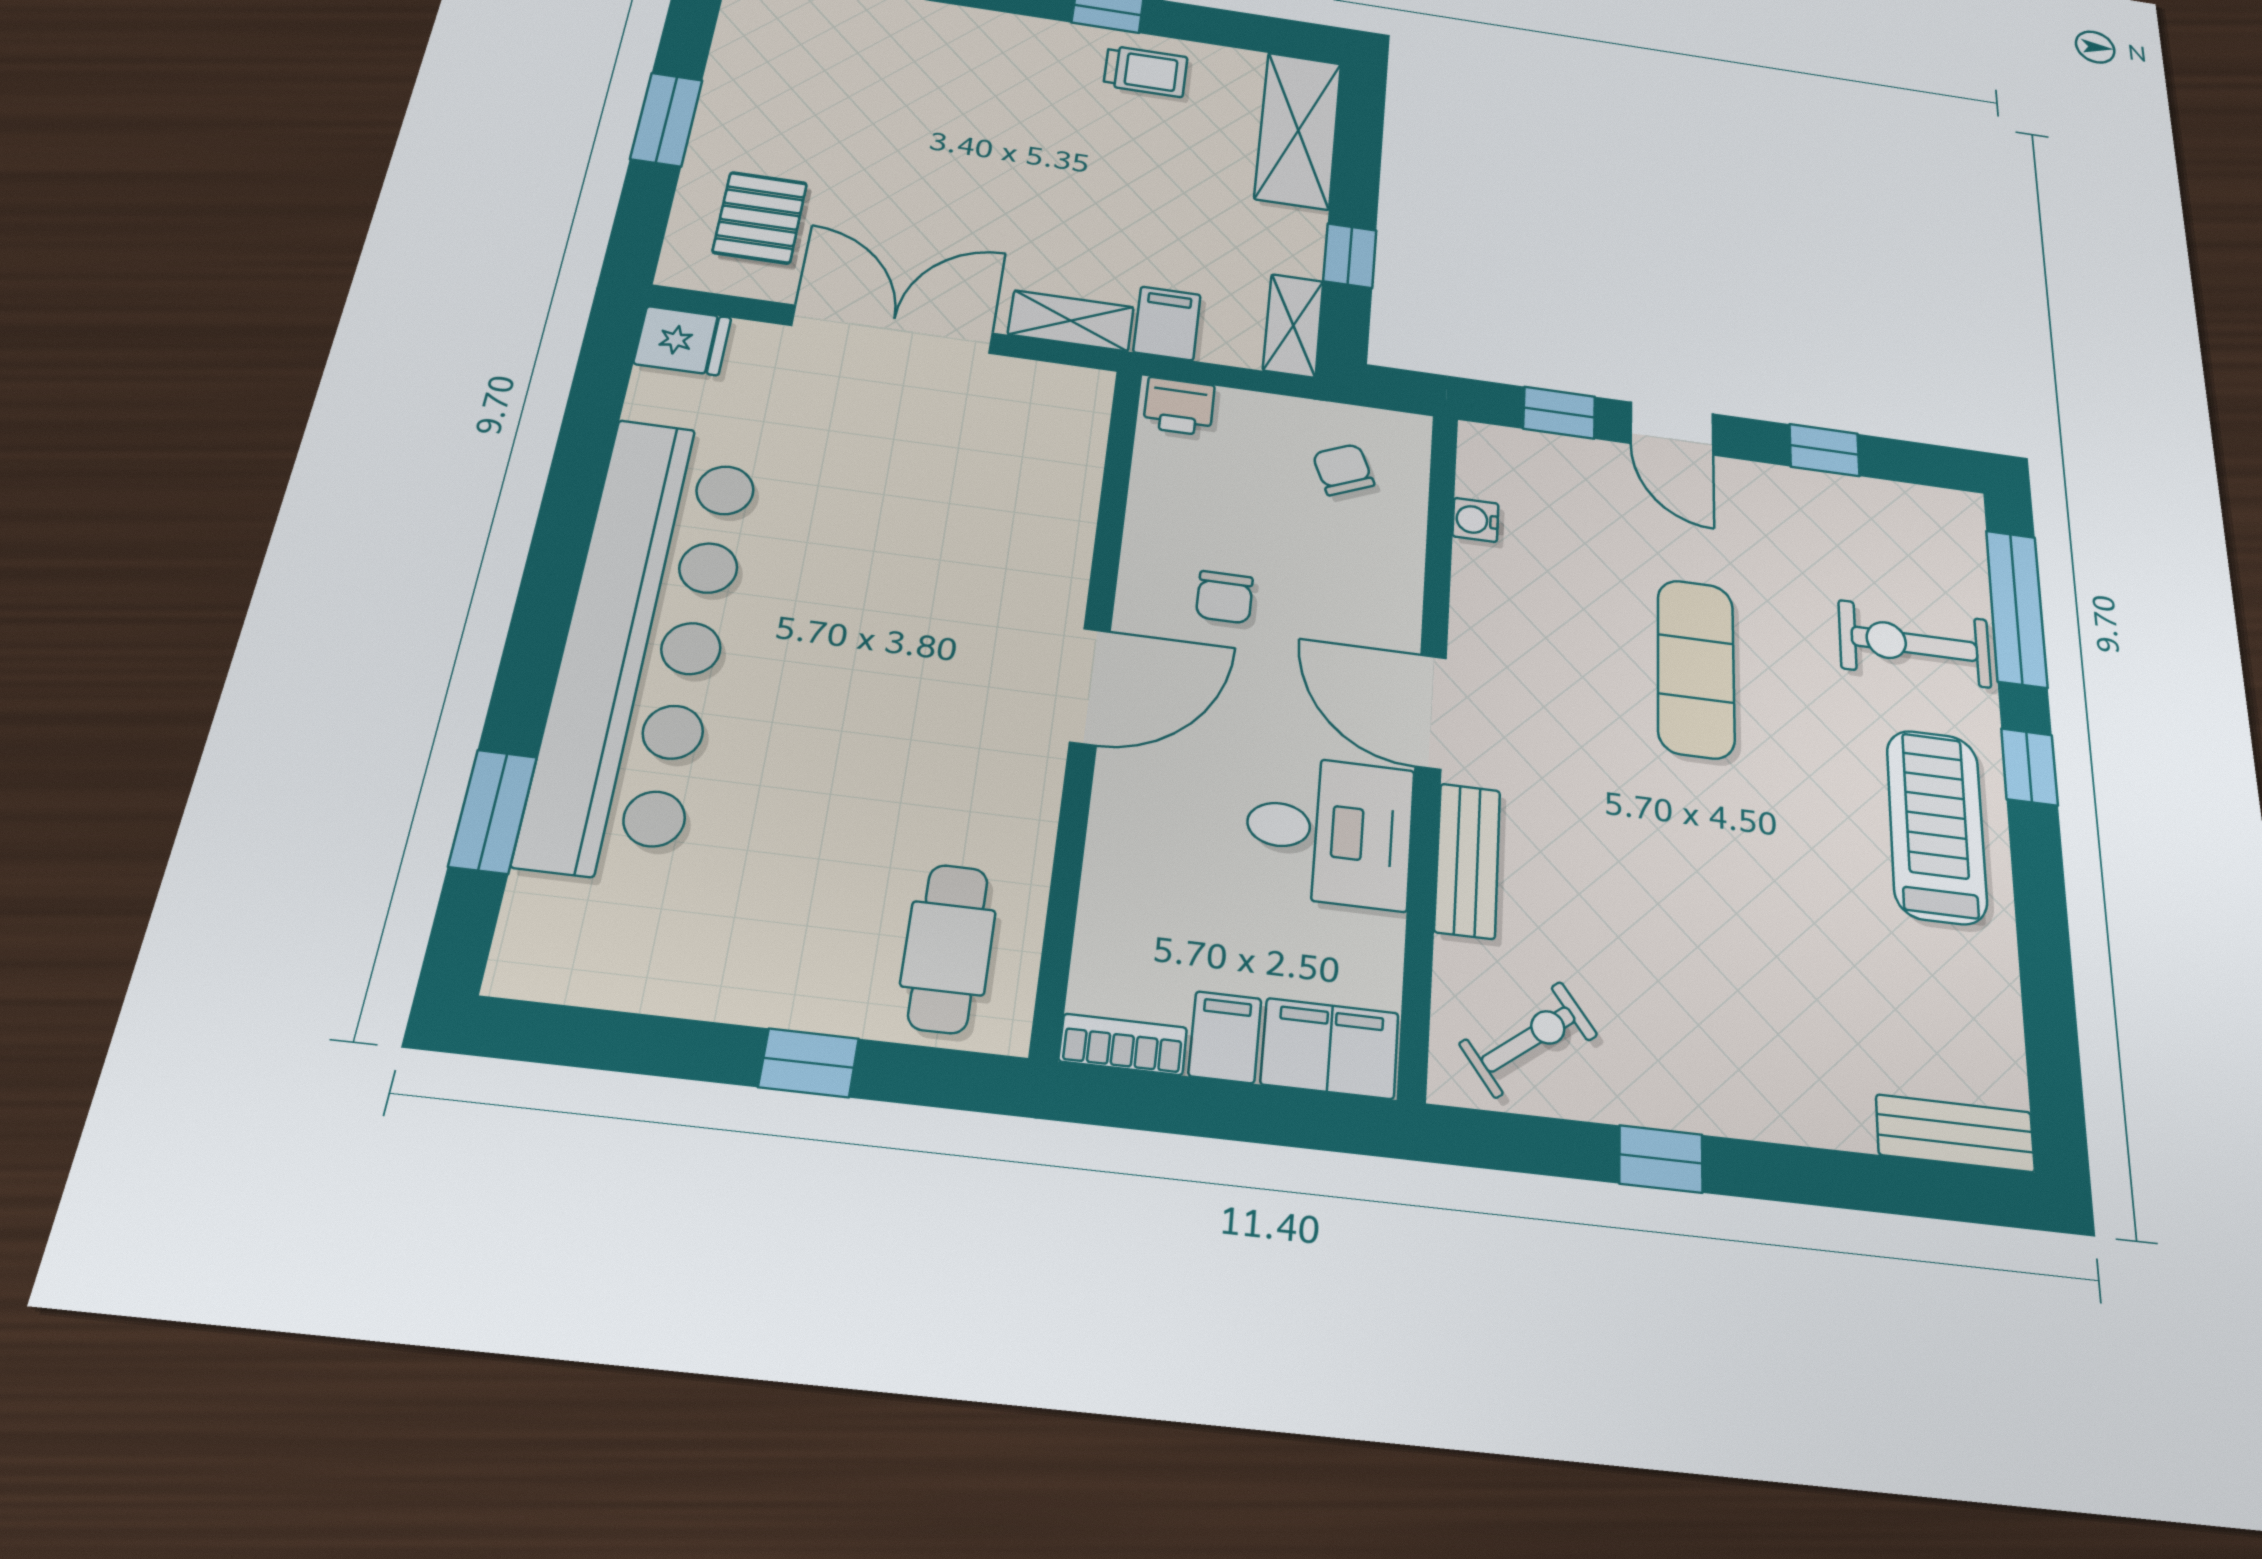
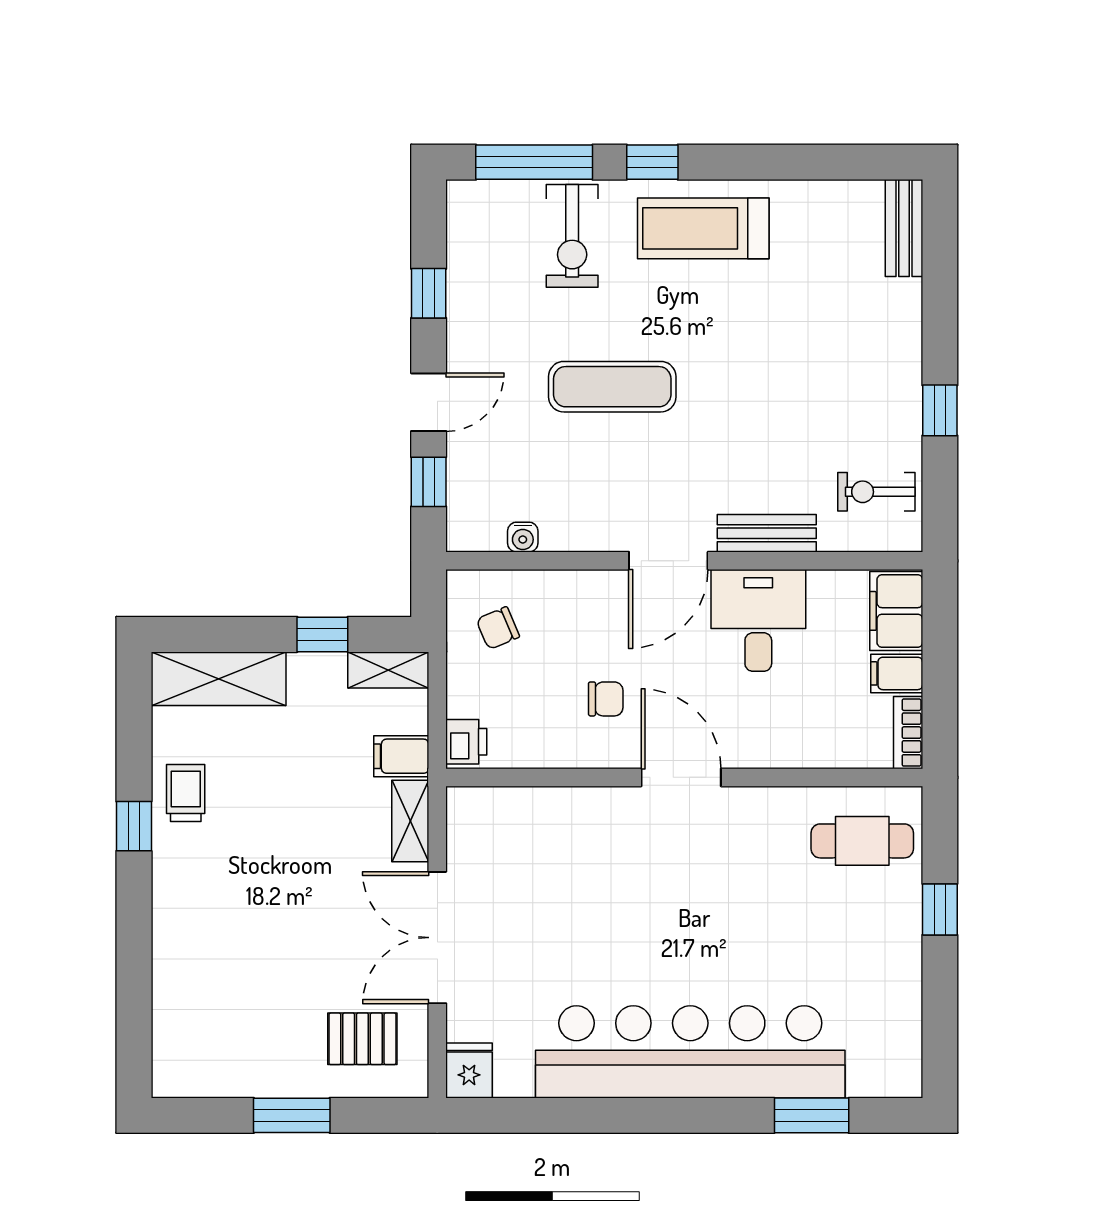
exercise bike: (1528, 1039) -> (876, 492), turned -53

